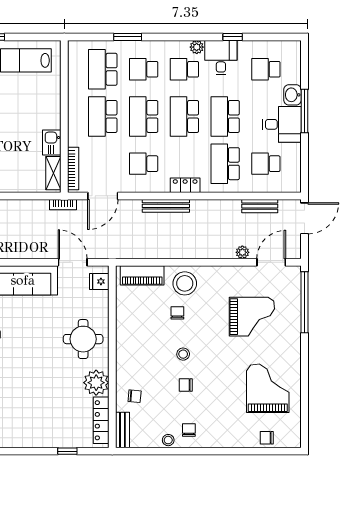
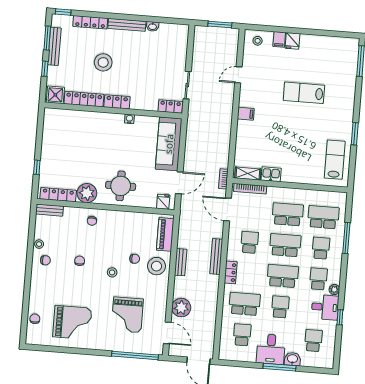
window: (128, 37) -> (346, 238), width x1.44
school desk: (225, 116) -> (280, 307), width x0.54
bench: (260, 206) -> (181, 262), moved
plant: (242, 252) -> (181, 308), width x1.87, depth x1.87
stool: (183, 354) -> (112, 272), moved
chair: (135, 396) -> (92, 221), moved

